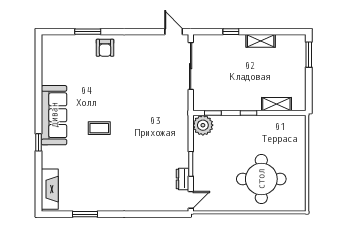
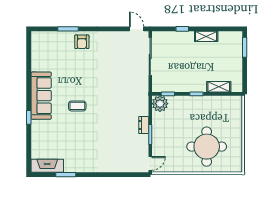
dresser: (182, 179) -> (144, 125), moved
fireplace: (50, 189) -> (47, 166), moved, turned -90

